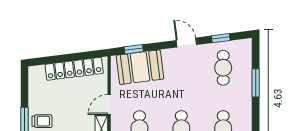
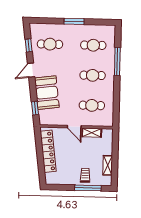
booth: (140, 67) -> (47, 93), moved
window: (256, 83) -> (74, 21), moved

